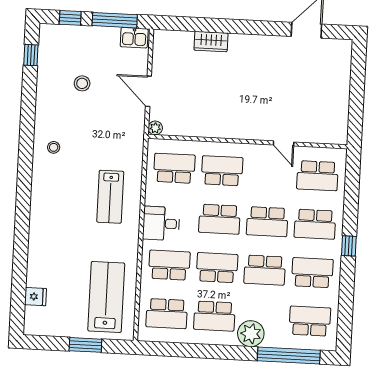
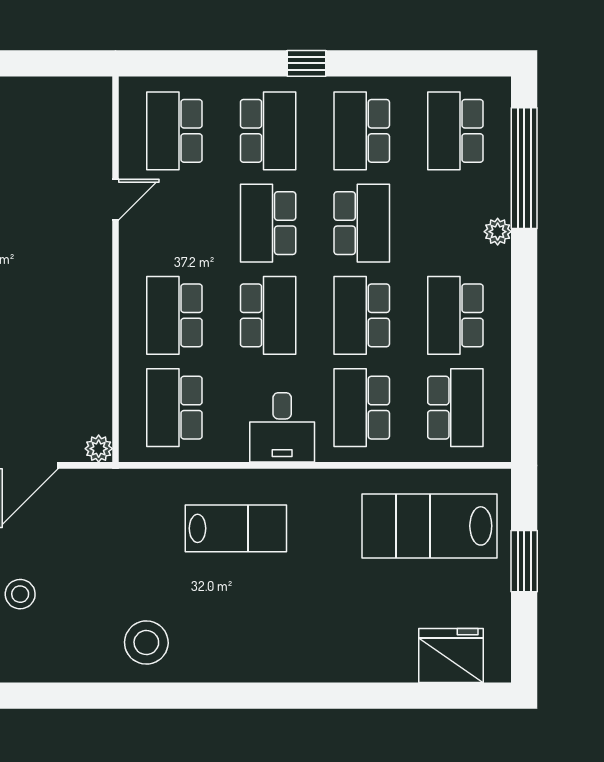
stool: (54, 147) -> (146, 643), width x1.89, depth x1.89
school desk: (317, 176) -> (174, 131), turned 180
school desk: (267, 222) -> (268, 223), turned 180
fridge: (36, 297) -> (451, 656), width x1.88, depth x1.34
school desk: (214, 316) -> (455, 315), turned 180
plant: (251, 334) -> (498, 232), width x0.53, depth x0.53

